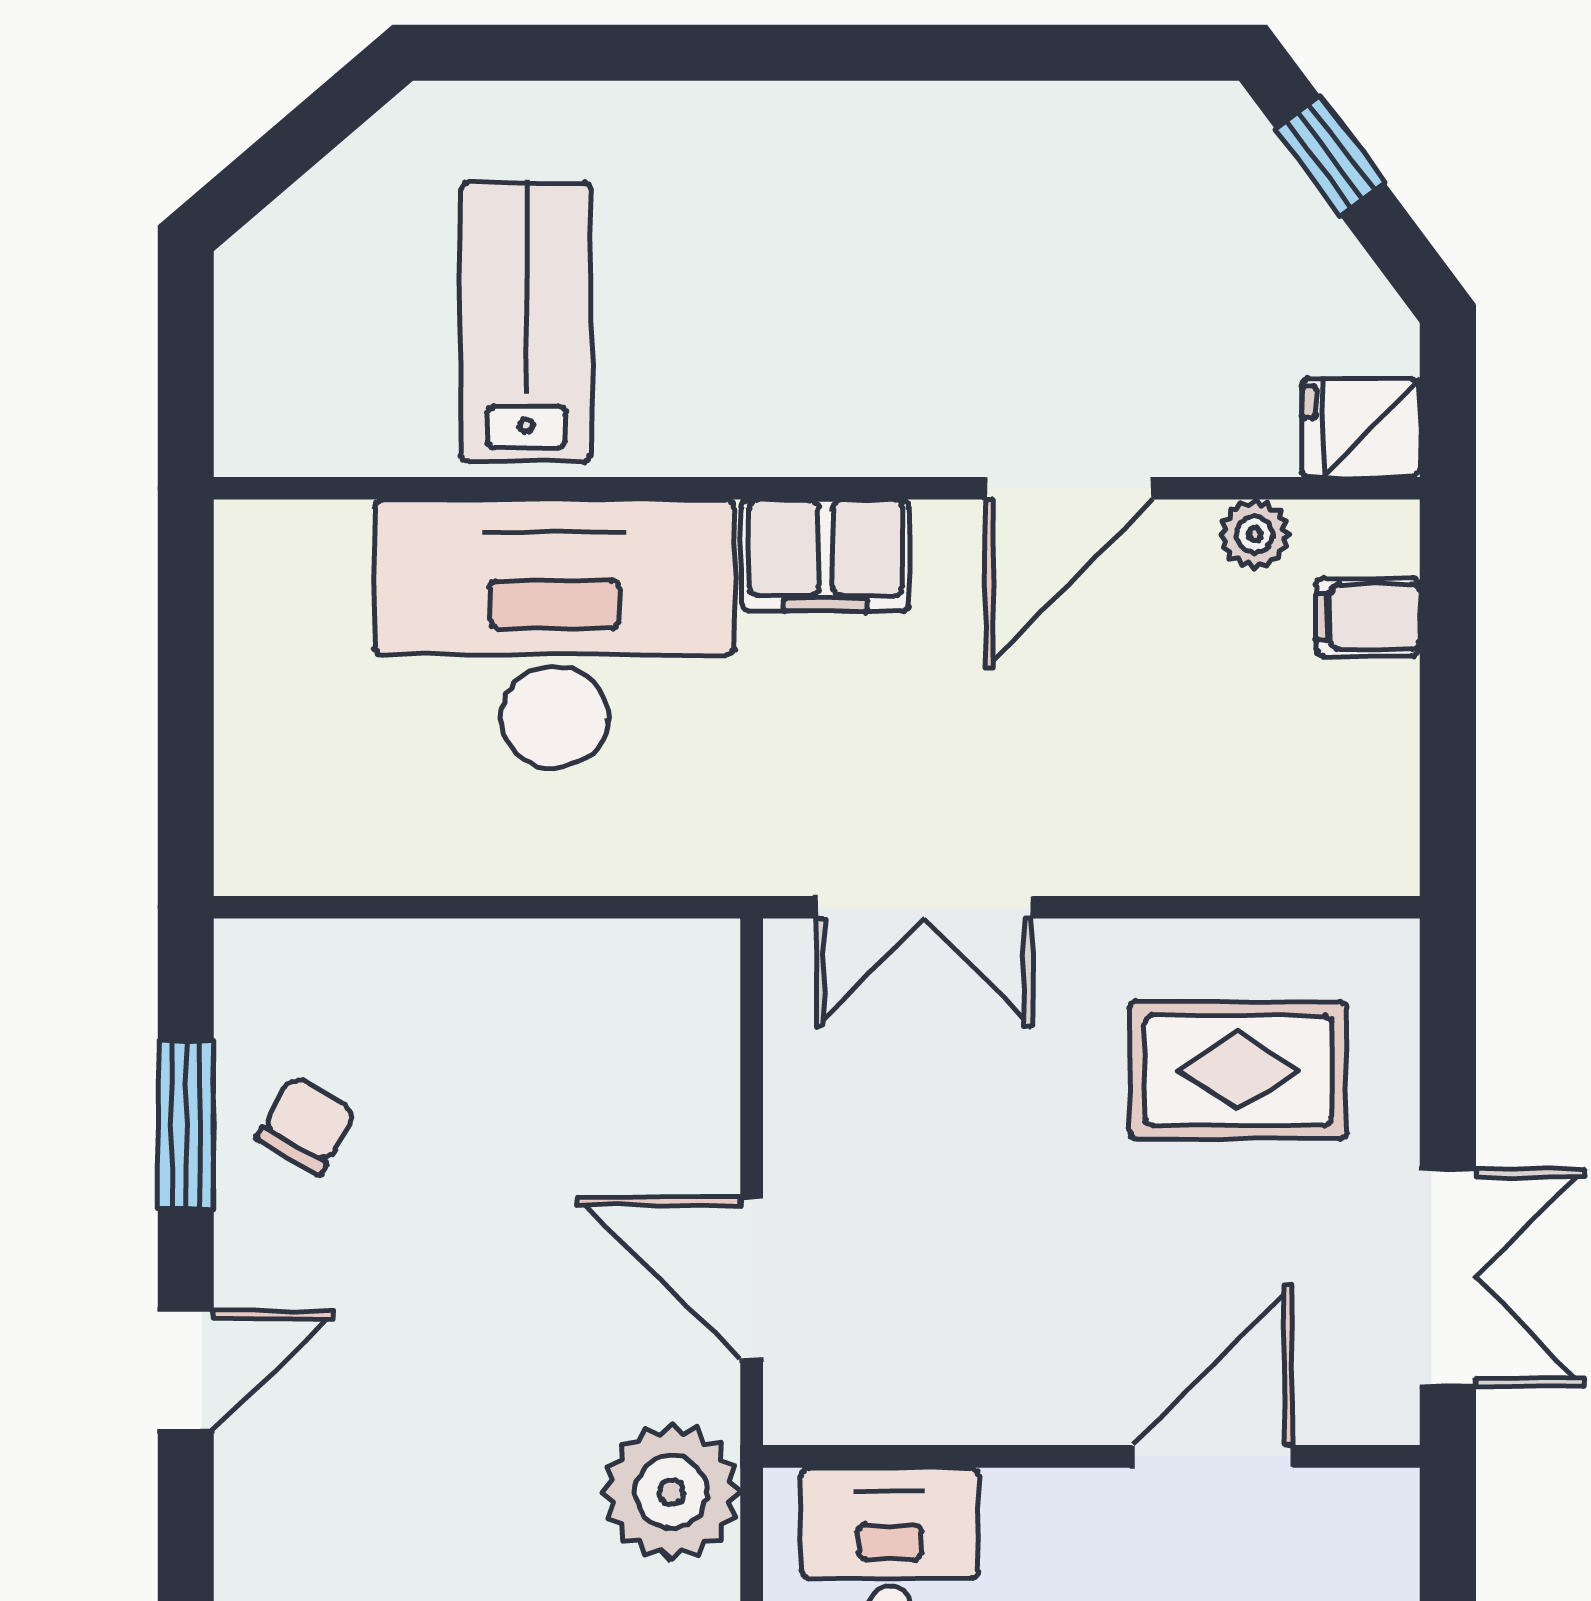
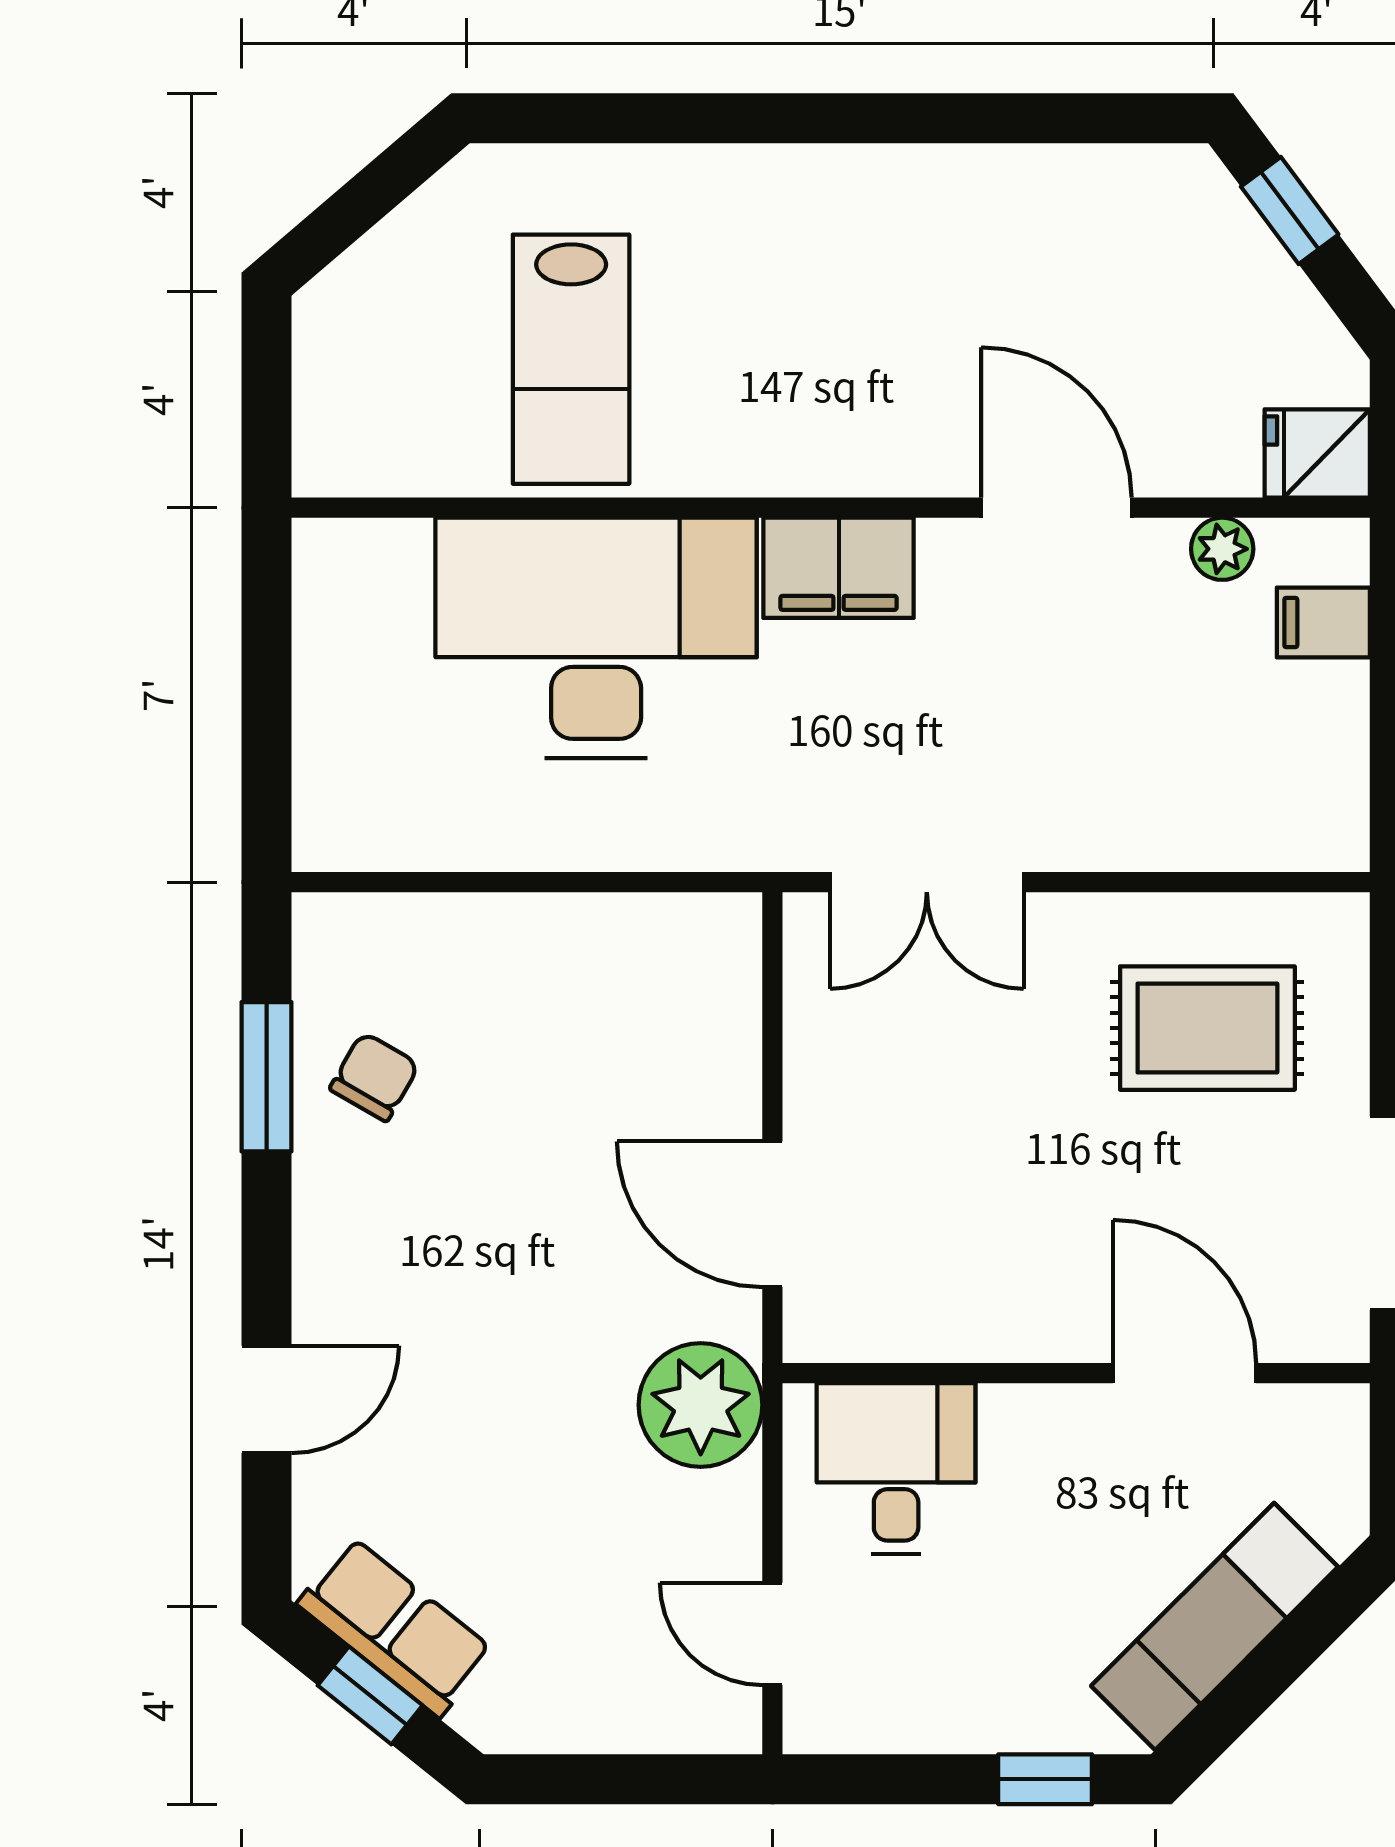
lab bench: (526, 322) -> (571, 359), turned 180
door: (1069, 488) -> (1056, 508), swing flipped
door: (186, 1371) -> (267, 1399), moved
door: (1212, 1456) -> (1184, 1373), hinge flipped

